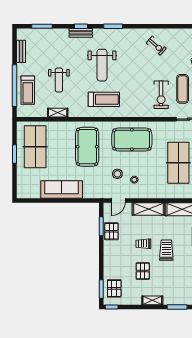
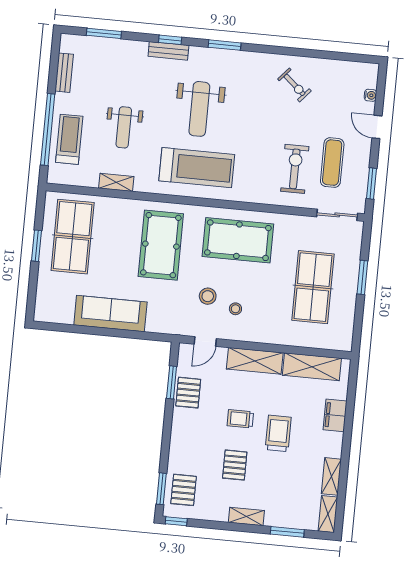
treadmill: (28, 90) -> (69, 139), turned 180
exercise bike: (161, 95) -> (295, 169), turned 180
treadmill: (104, 99) -> (197, 168), width x1.37, depth x1.38

